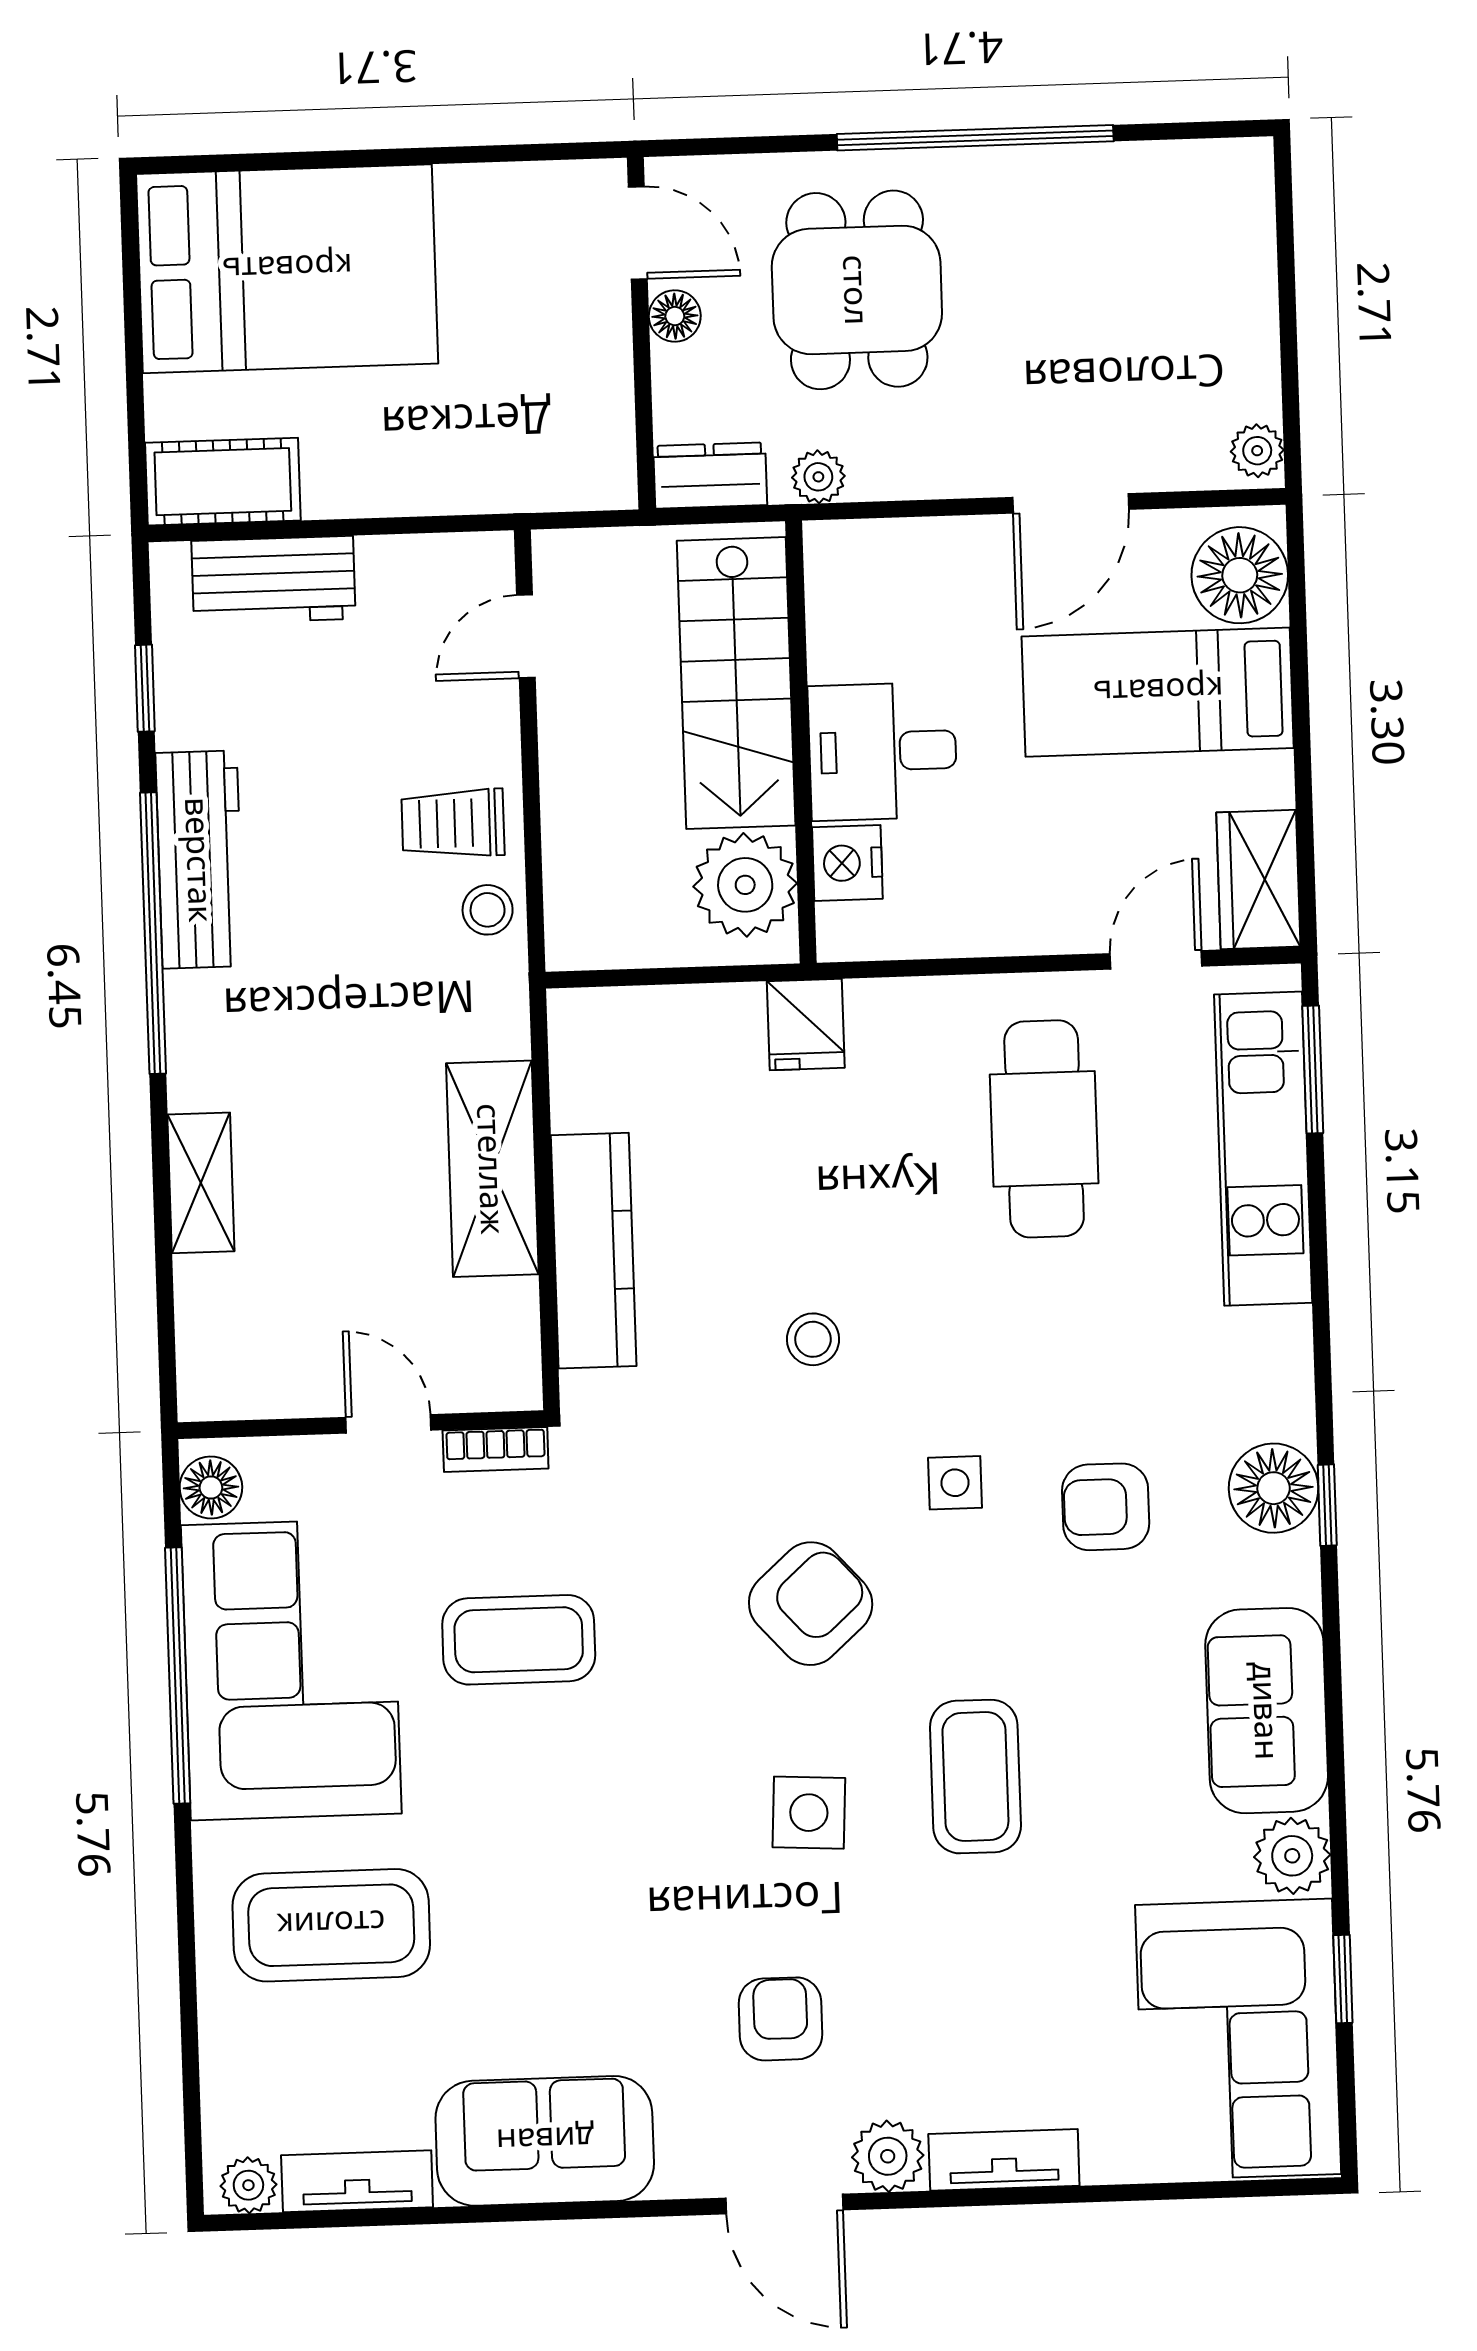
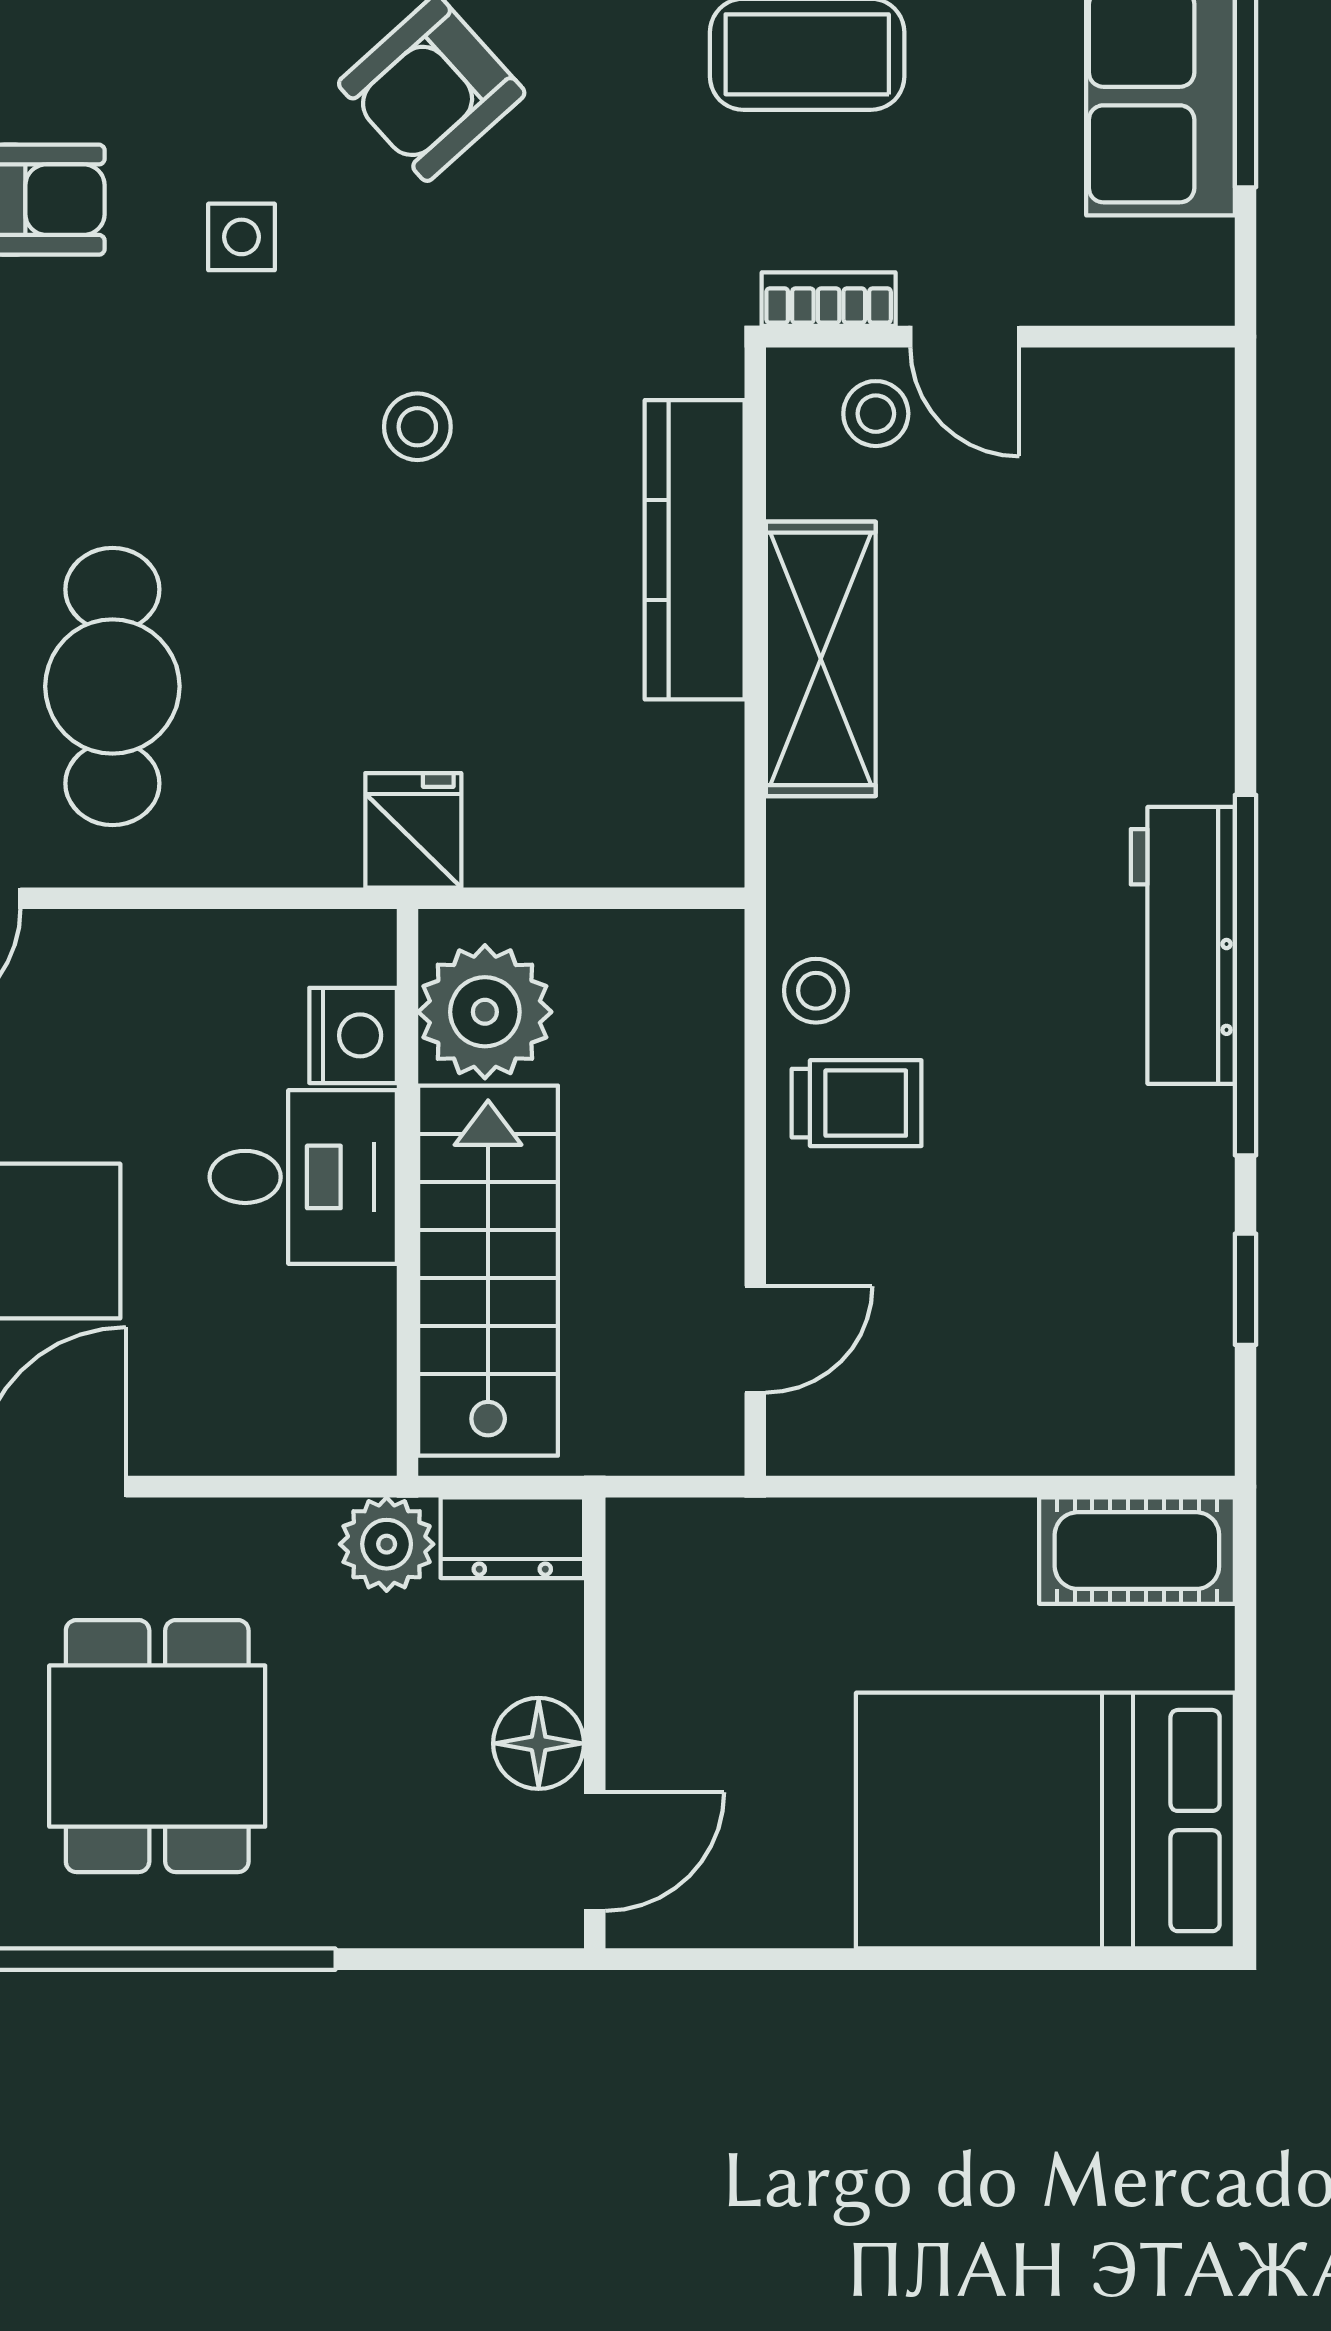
door: (638, 233) -> (595, 1851), swing flipped
dining table: (857, 290) -> (157, 1746), moved
floor lamp: (675, 316) -> (539, 1743), width x1.37, depth x1.37
plant: (818, 477) -> (387, 1544), width x1.38, depth x1.38
workbench: (273, 580) -> (1076, 1422), removed
workbench: (200, 860) -> (1183, 945), moved
shelving: (201, 1183) -> (1195, 653), removed
stool: (456, 1361) -> (876, 414), added
floor lamp: (211, 1488) -> (1195, 262), removed

